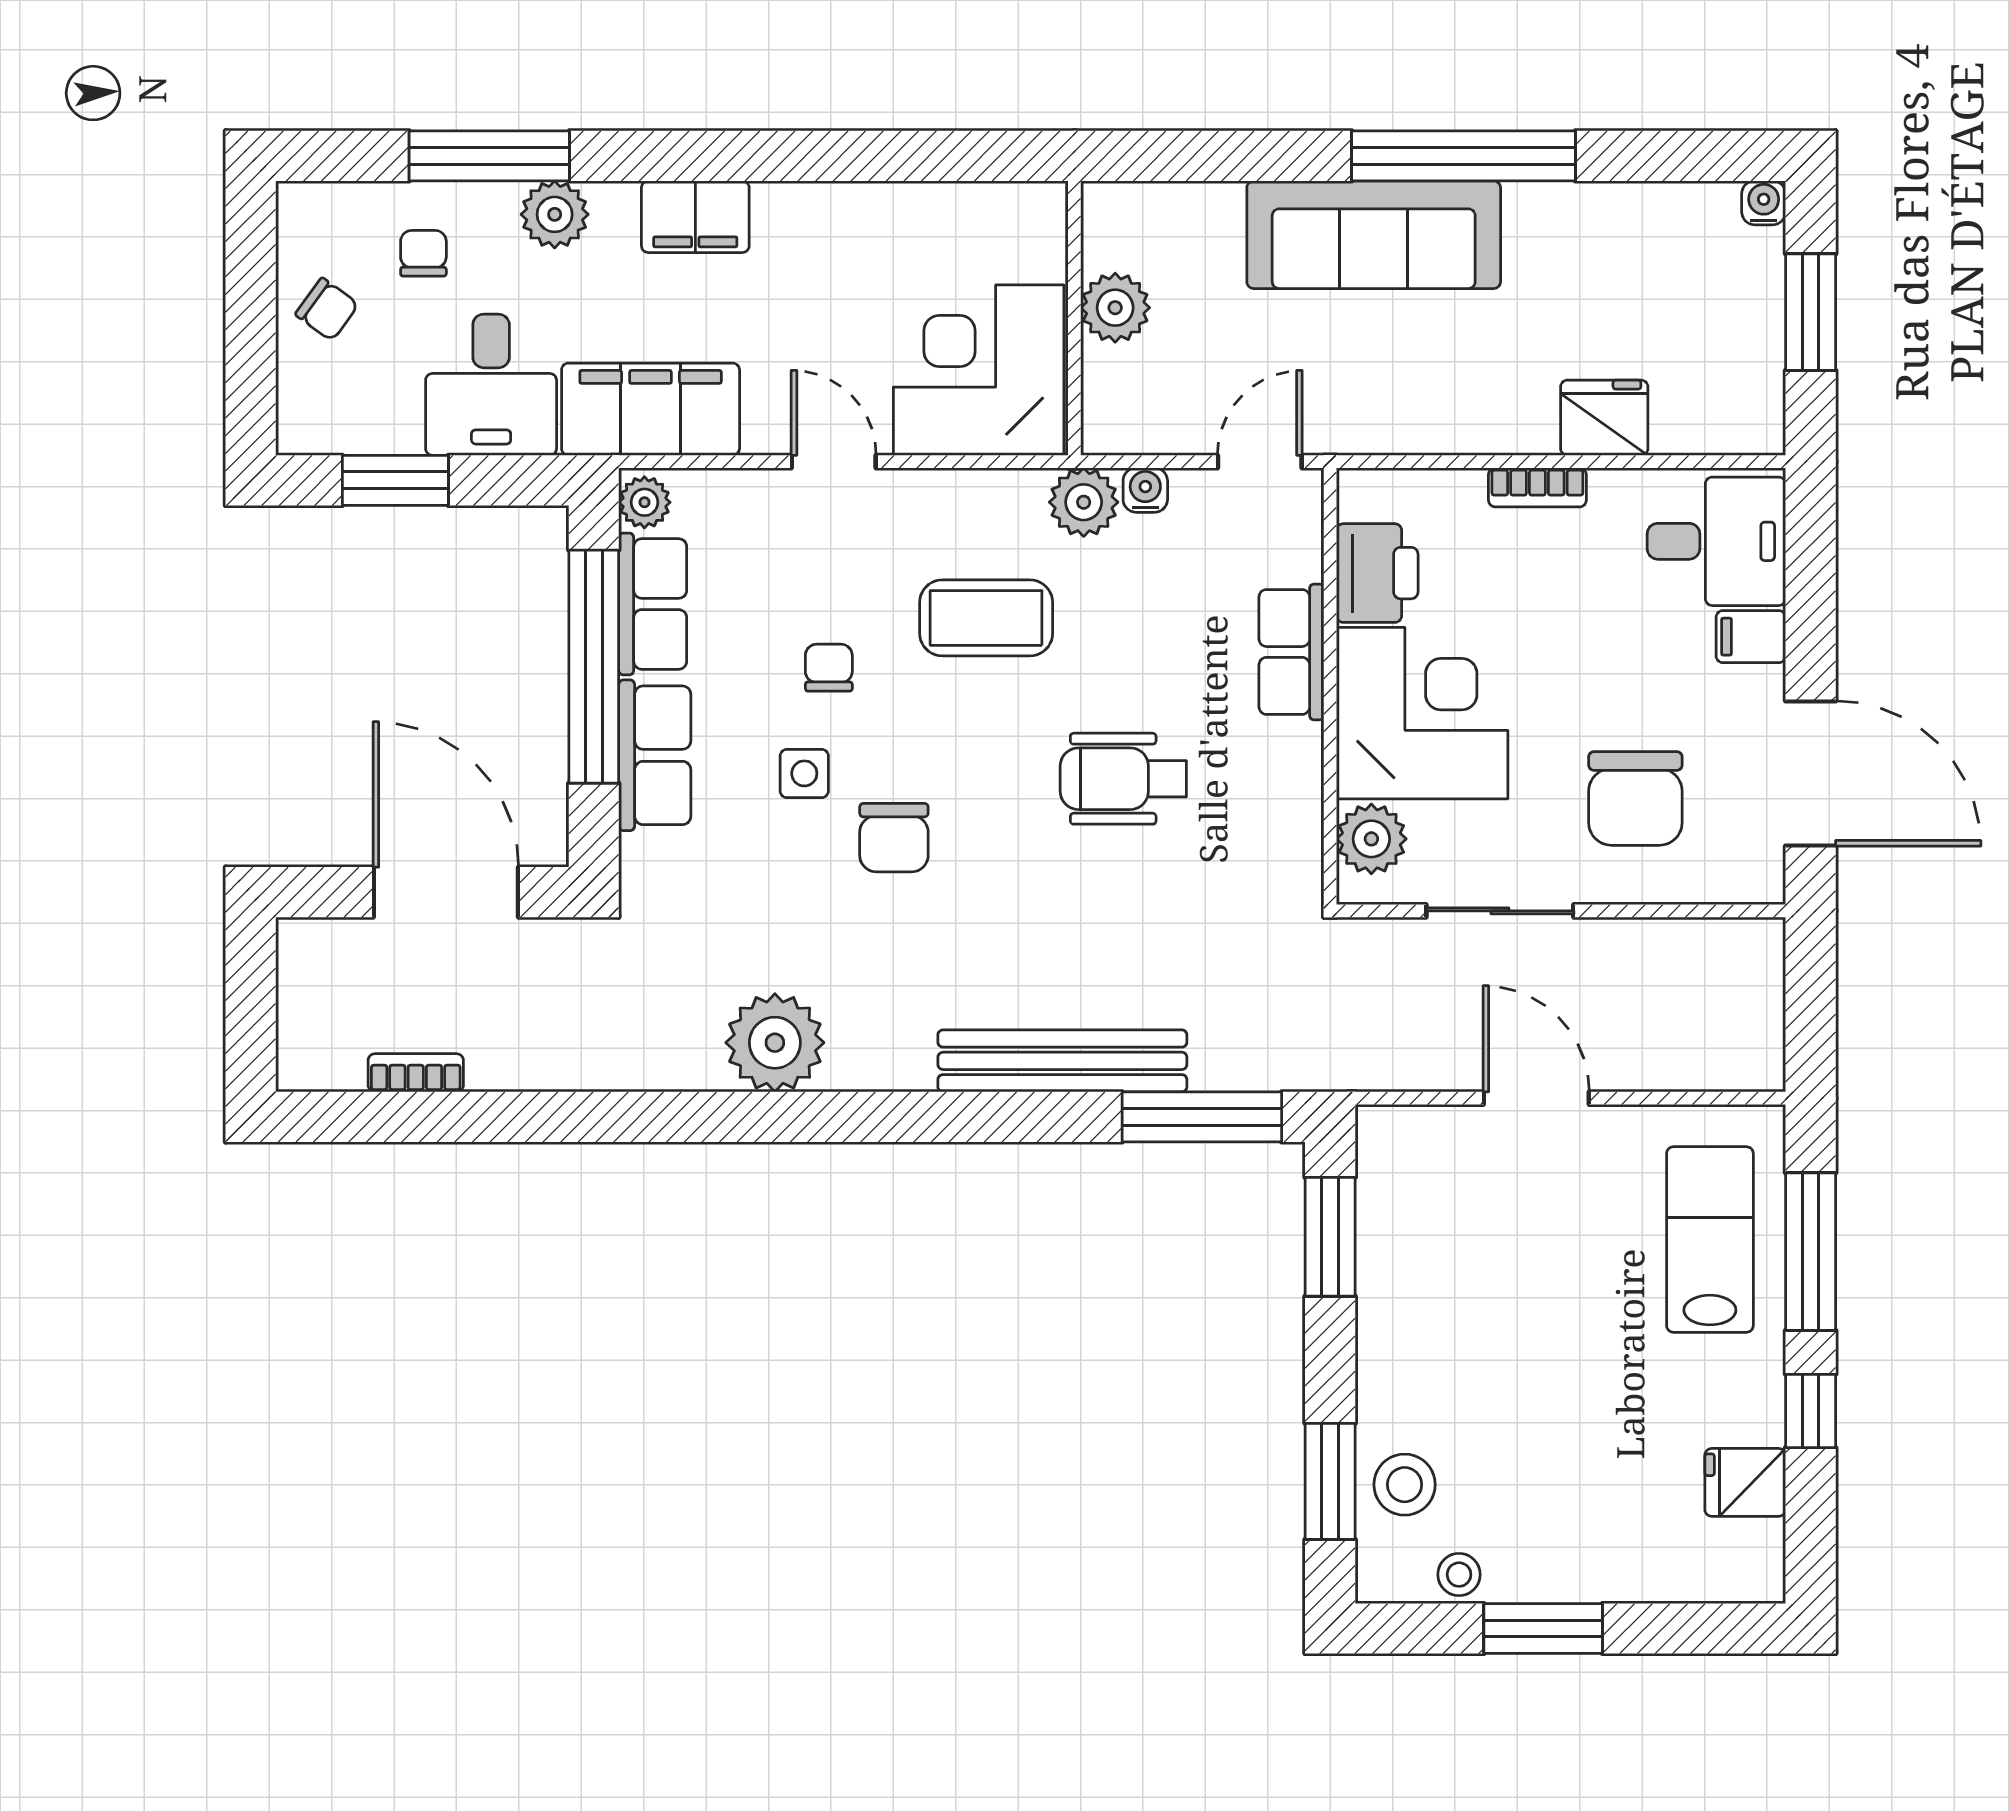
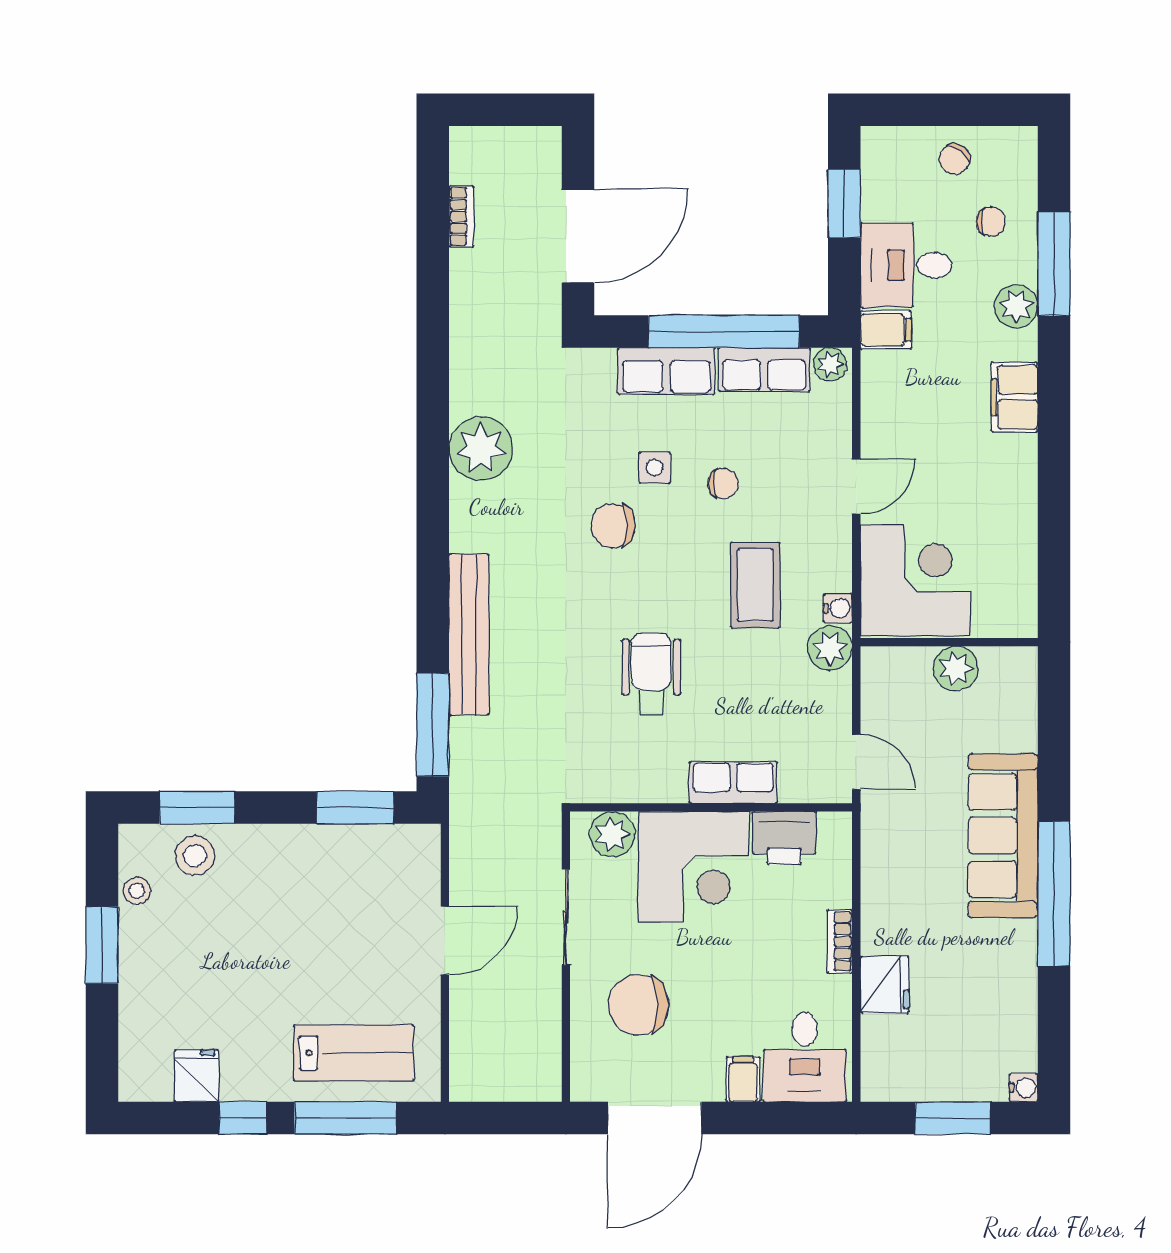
filing cabinet: (651, 409) -> (886, 330), width x0.33, depth x0.86
water cooler: (1145, 490) -> (838, 608), moved

